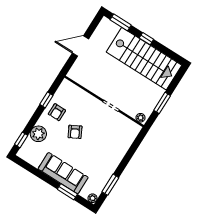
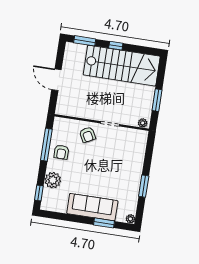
door: (80, 46) -> (56, 80), hinge flipped
window: (46, 100) -> (46, 145), width x2.17
armchair: (75, 132) -> (87, 135), moved
window: (110, 185) -> (144, 186), moved

